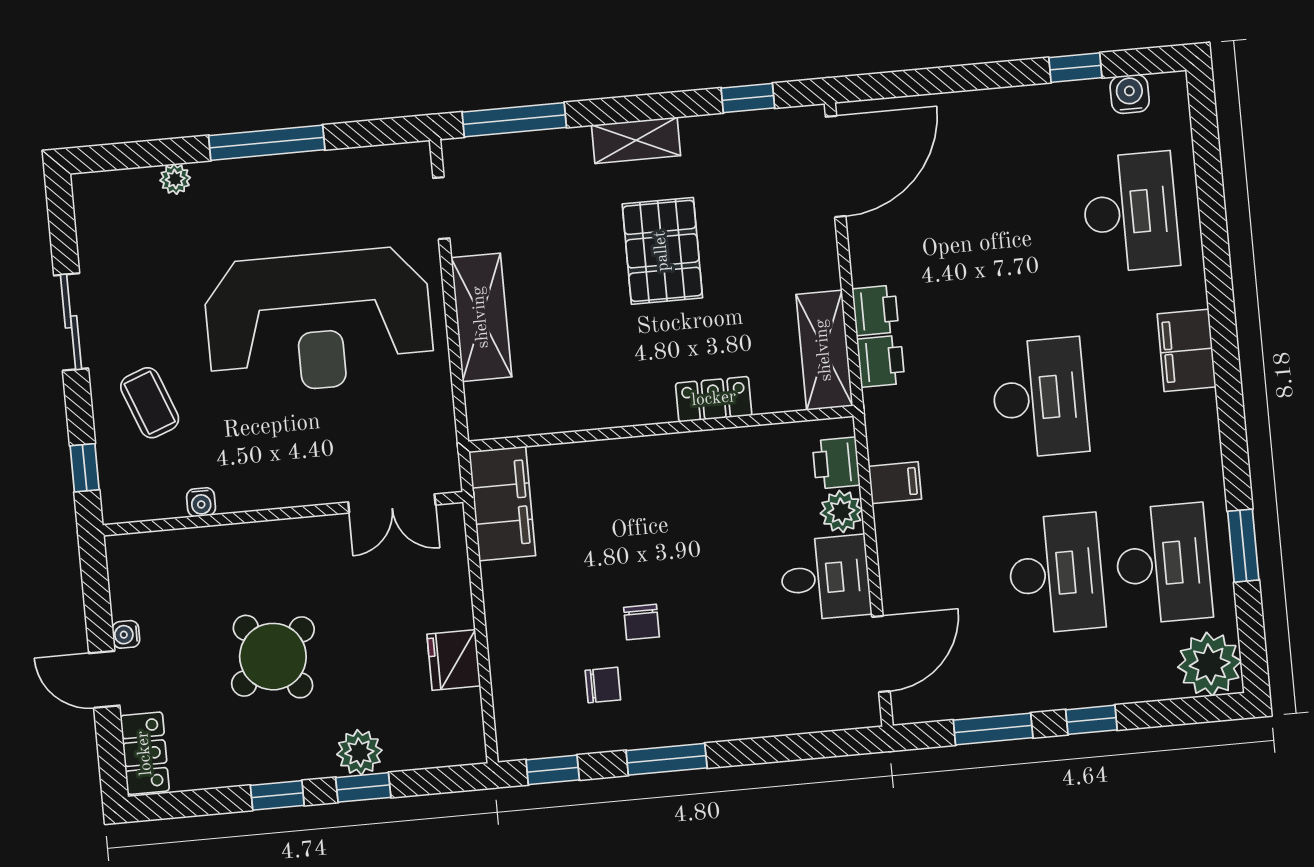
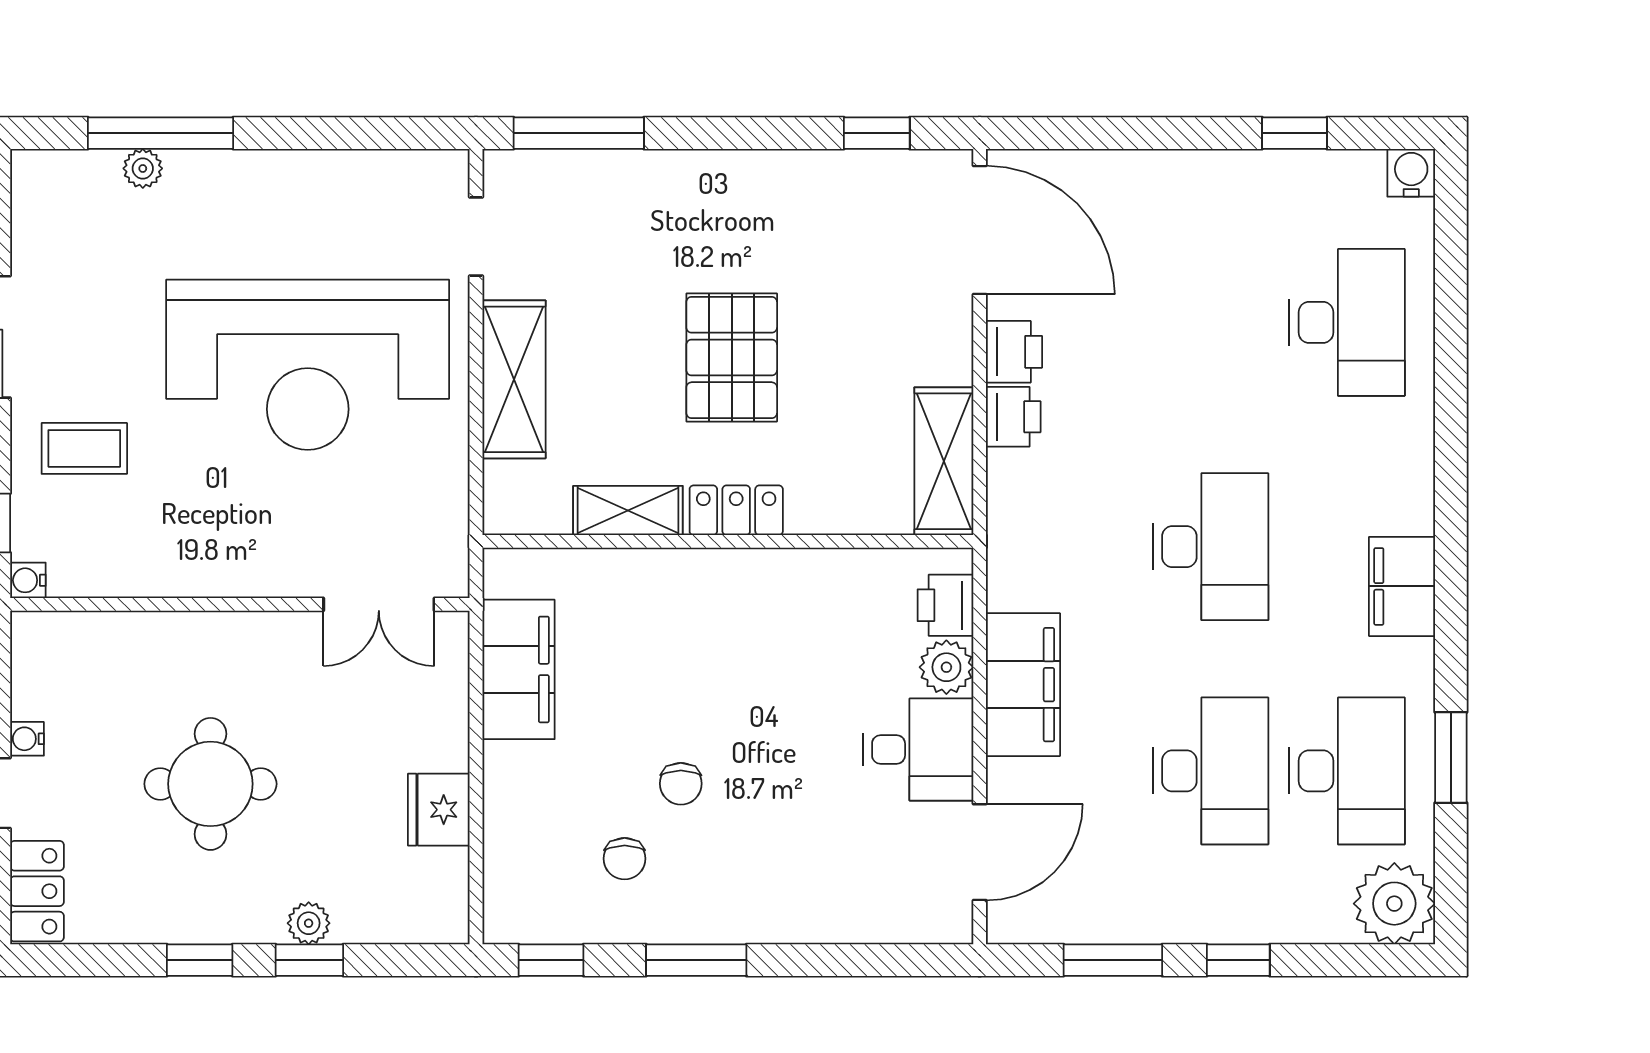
water cooler: (1130, 94) -> (1411, 173), moved
shelving: (636, 140) -> (628, 510), moved
window: (267, 143) -> (160, 133), moved
door: (836, 166) -> (980, 230), hinge flipped
pallet: (662, 251) -> (732, 357), moved
filing cabinet: (1187, 350) -> (1402, 586), moved
printer: (881, 361) -> (1014, 352), moved
locker: (714, 399) -> (736, 510), moved
coffee table: (150, 403) -> (84, 448), turned -69
filing cabinet: (895, 483) -> (1023, 685), width x3.00, depth x1.17
water cooler: (201, 502) -> (28, 580), moved, turned 90
filing cabinet: (502, 504) -> (519, 669), moved
round table: (273, 657) -> (210, 784), turned 38
chair: (603, 685) -> (625, 859), turned 90
plant: (359, 752) -> (309, 923), width x0.73, depth x0.73

